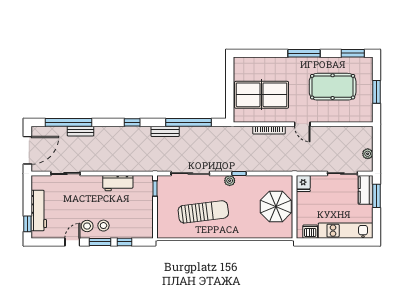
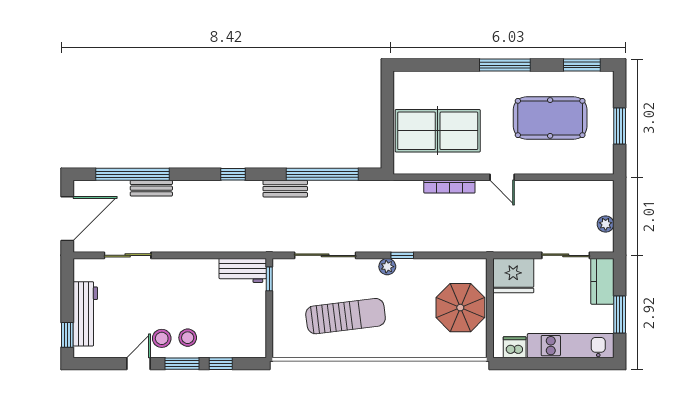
workbench: (118, 183) -> (243, 270), moved
fridge: (303, 184) -> (513, 276), width x1.88, depth x1.34
window: (377, 196) -> (620, 315), moved

